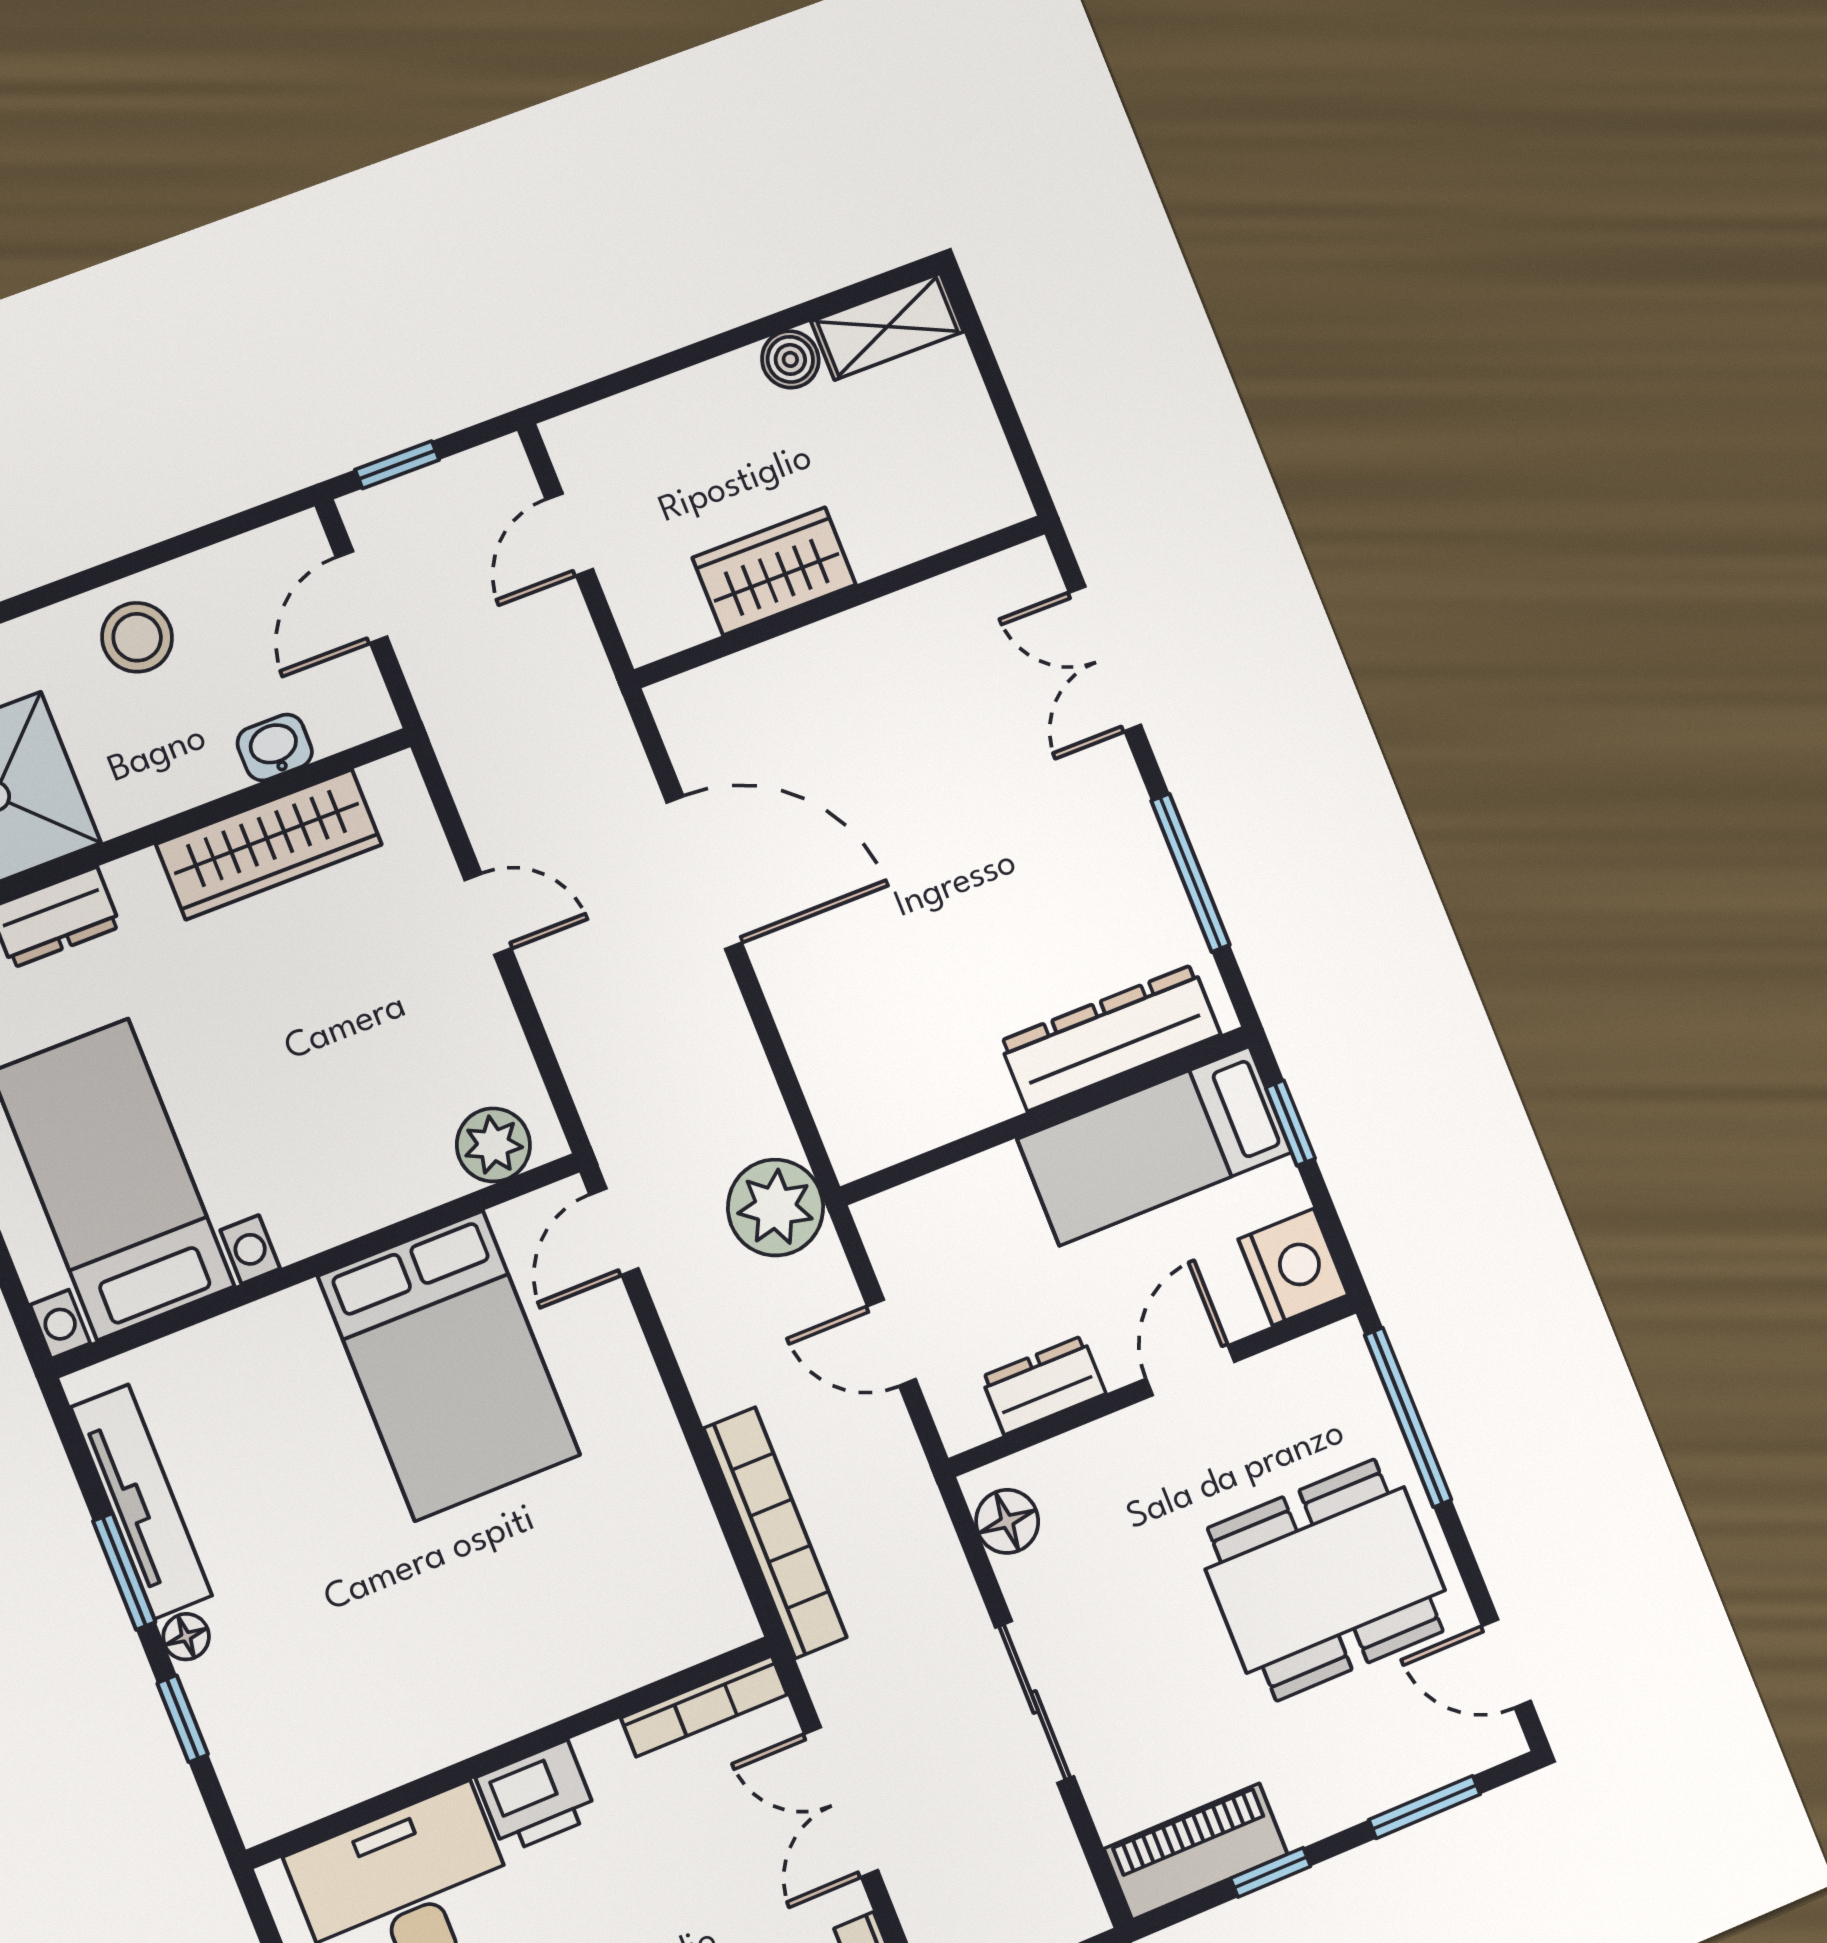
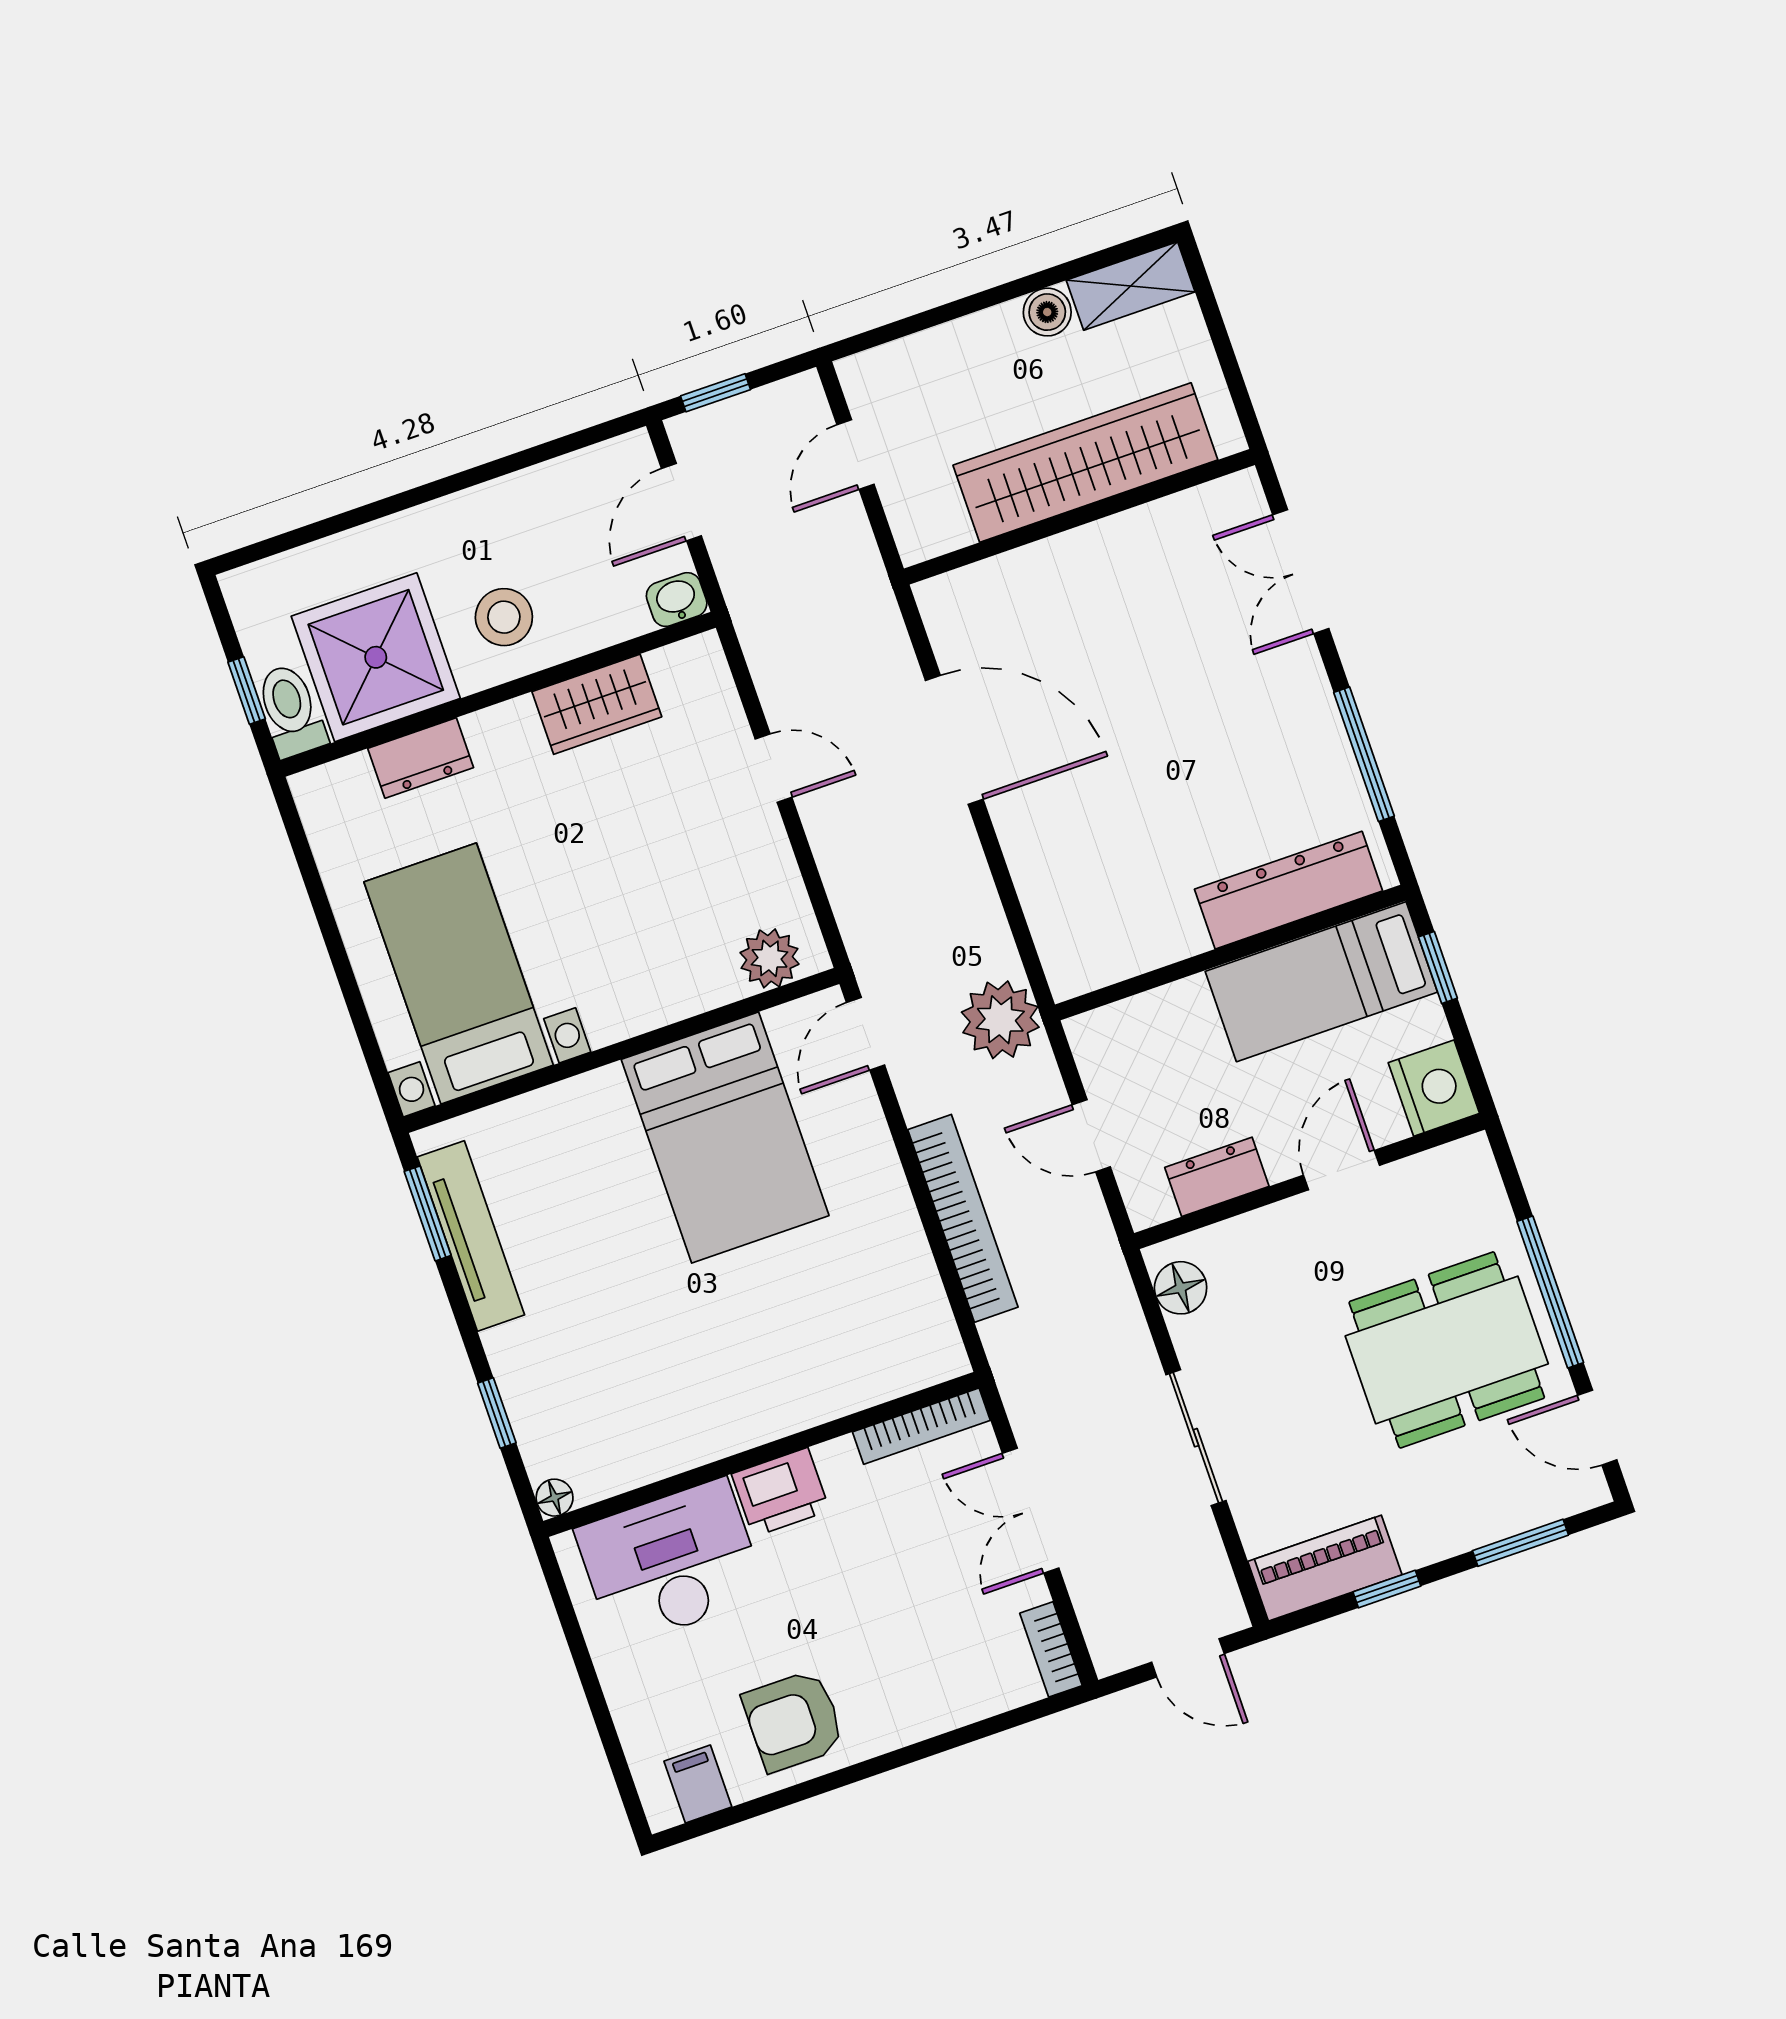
wardrobe: (774, 571) -> (1085, 463), width x2.10, depth x1.17
stool: (137, 637) -> (504, 617), moved
washbasin: (275, 747) -> (677, 600), moved
wardrobe: (269, 844) -> (597, 704), width x0.67
window: (1408, 1417) -> (1550, 1292), moved
bookcase: (775, 1533) -> (963, 1218), moved
window: (124, 1571) -> (428, 1213), moved
floor lamp: (186, 1637) -> (555, 1498), moved

